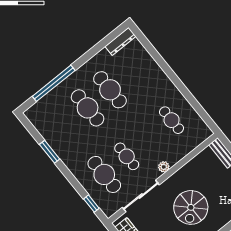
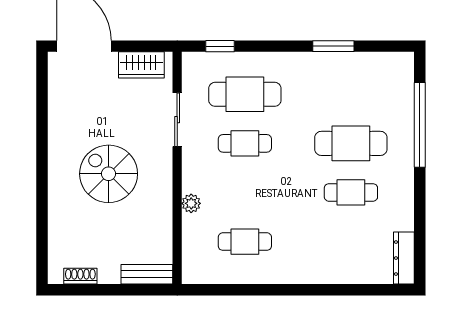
cafe table: (110, 90) -> (351, 192), width x0.73, depth x0.74
plant: (164, 167) -> (191, 203), moved
sliding door: (141, 196) -> (177, 120), width x0.73

